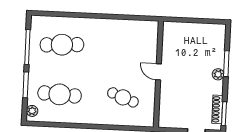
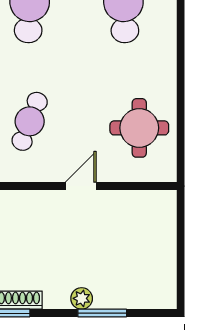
round table: (129, 39) -> (139, 128), added

